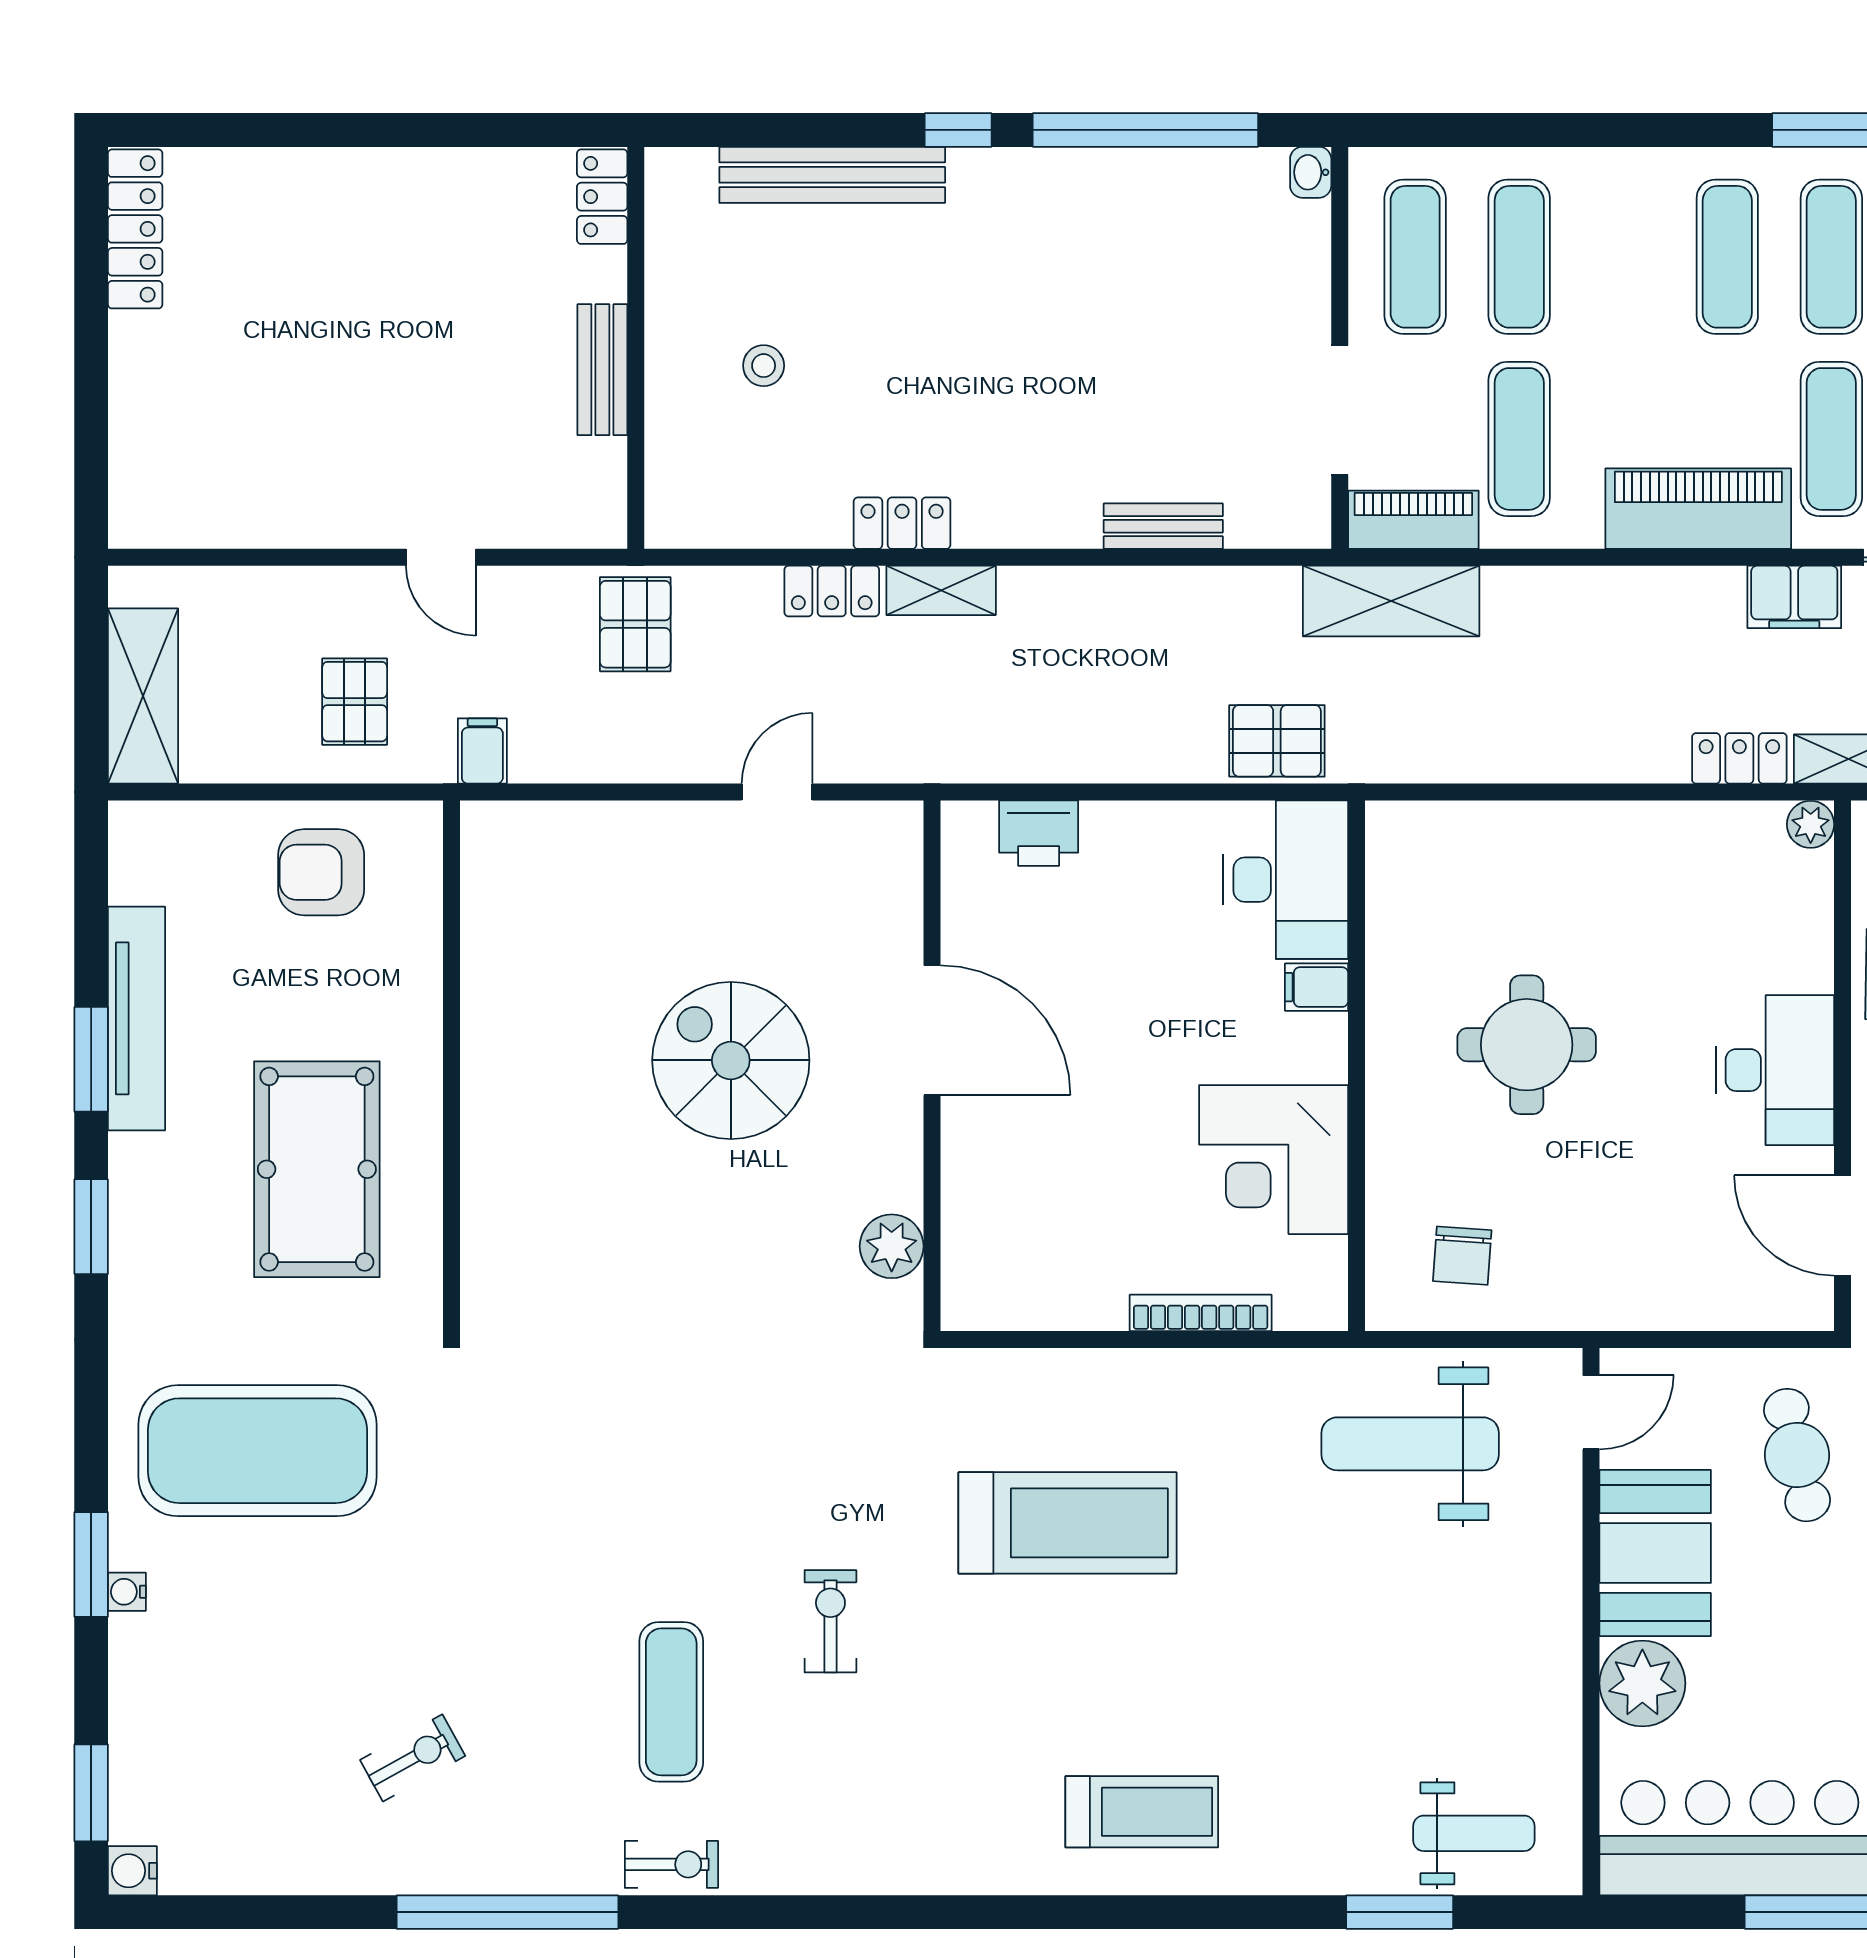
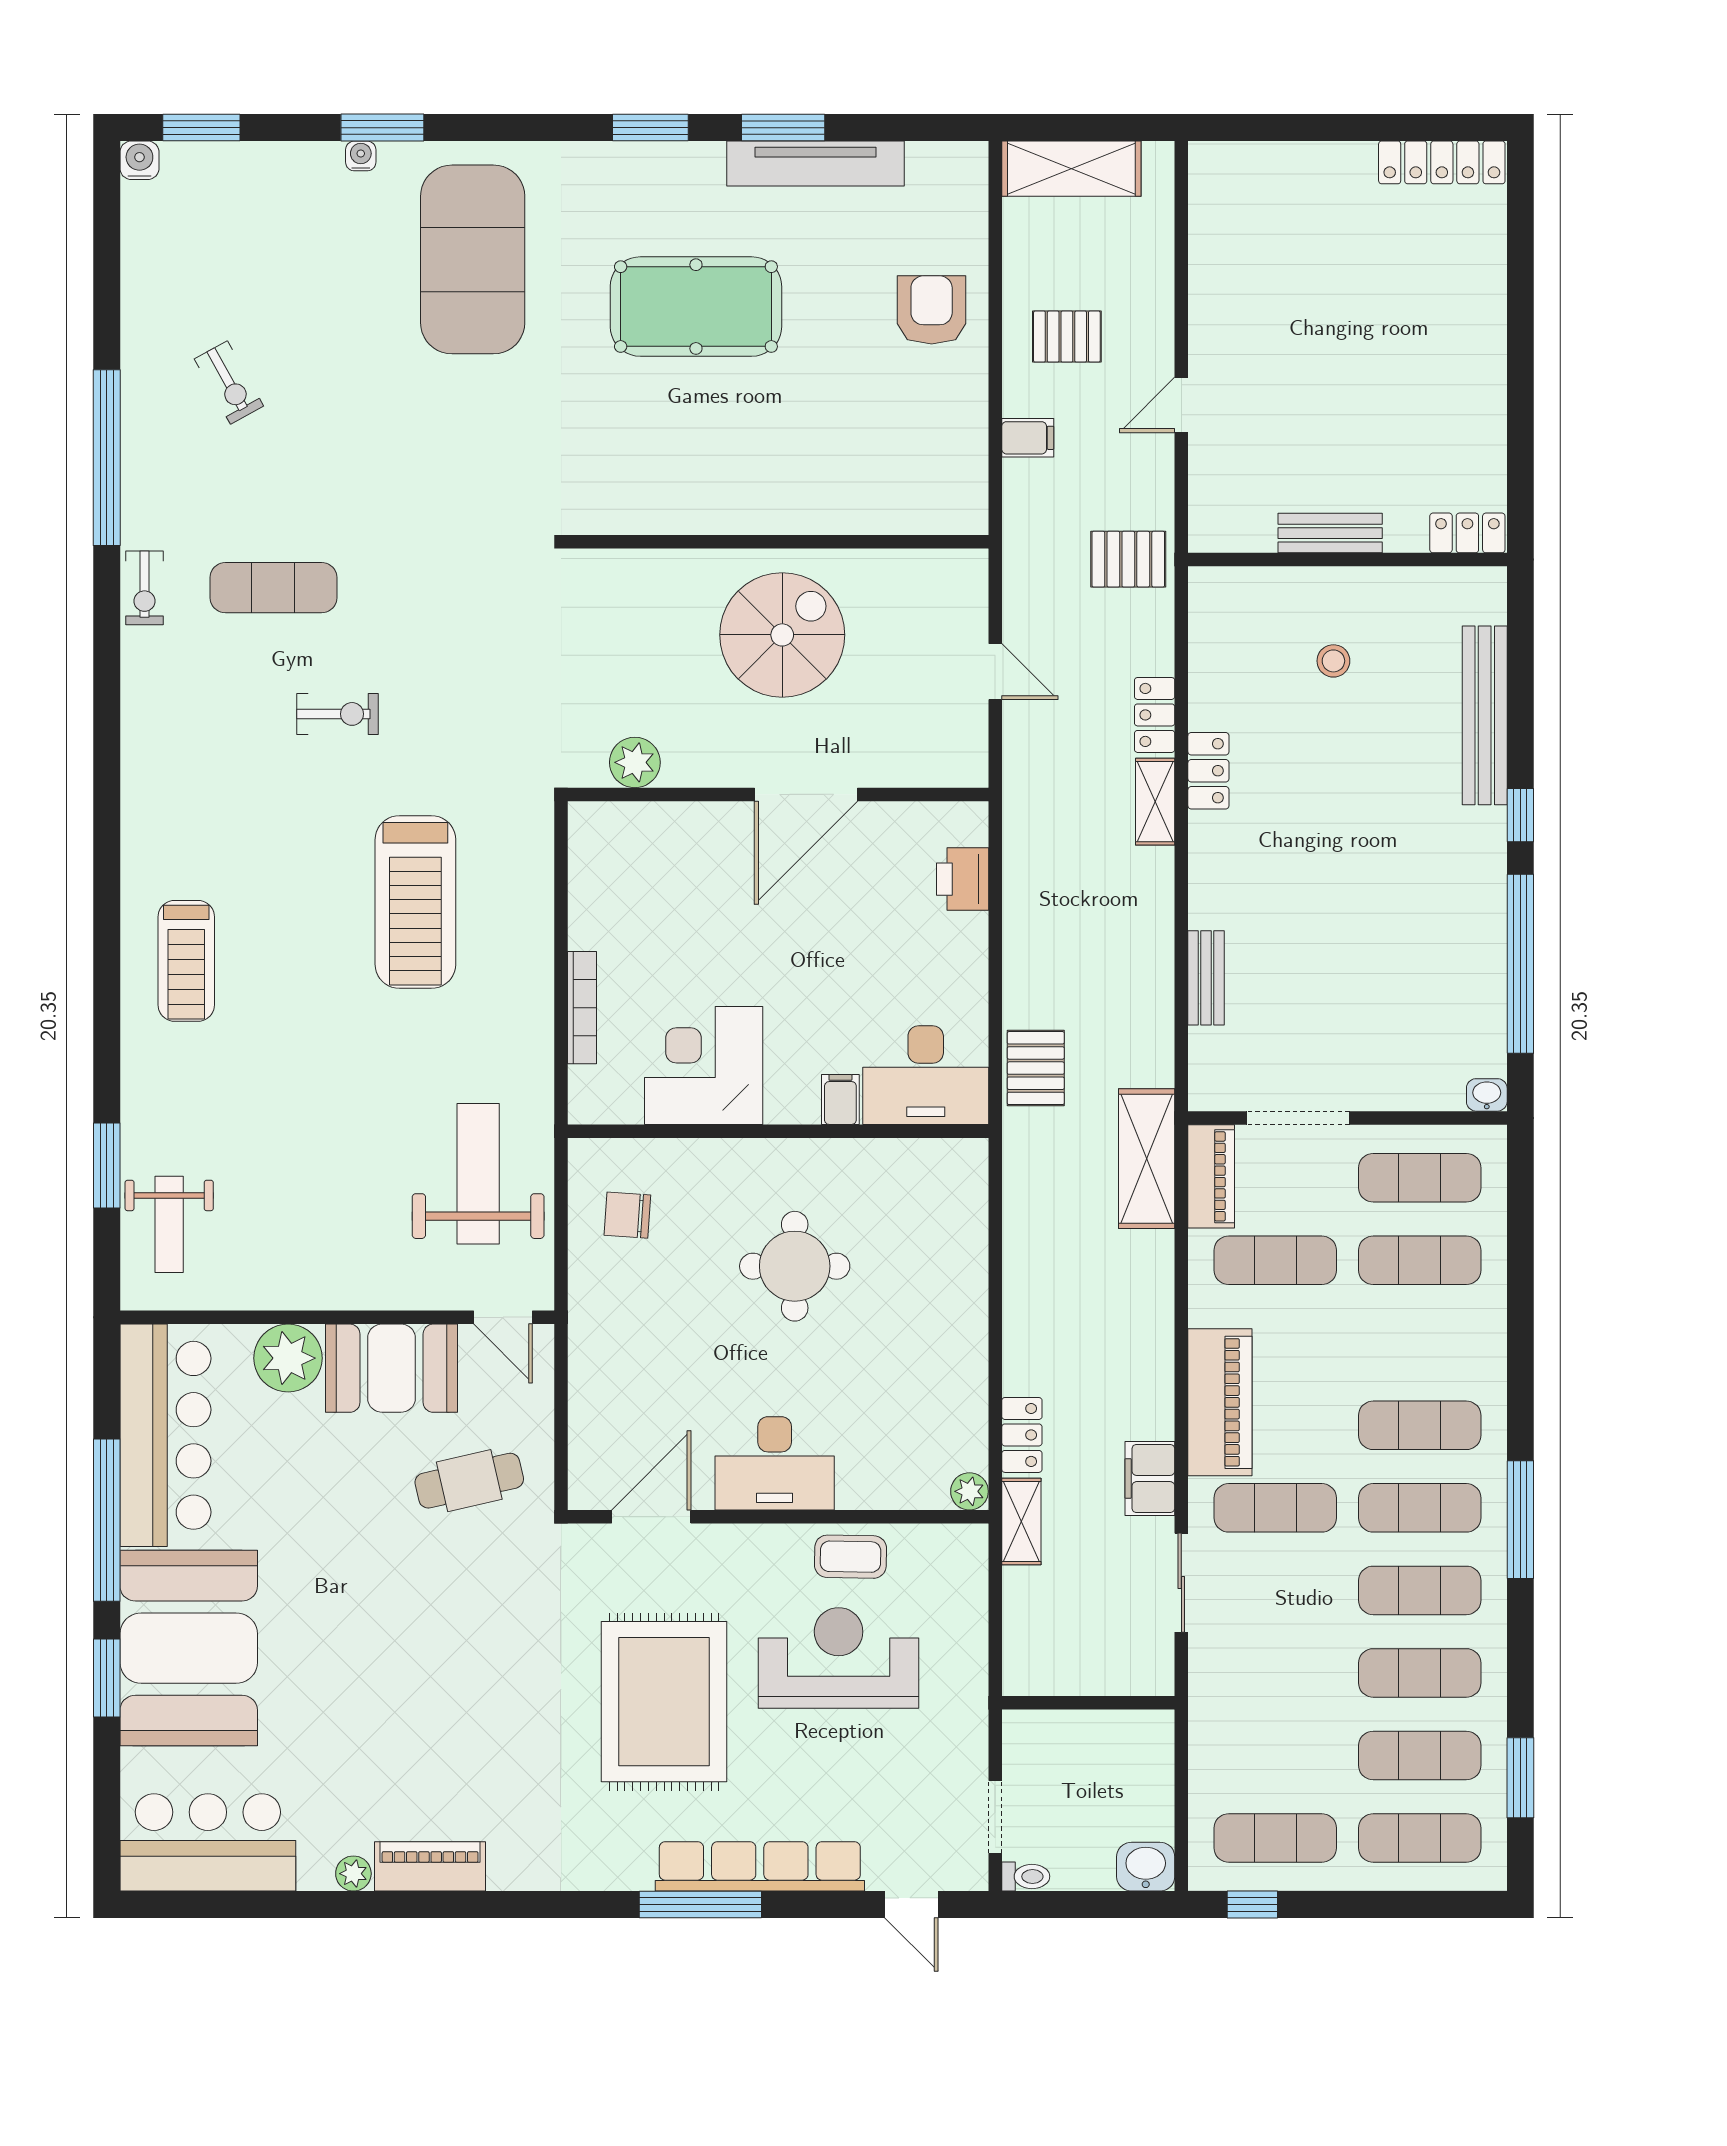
wall: (451, 1066) -> (778, 542), moved

